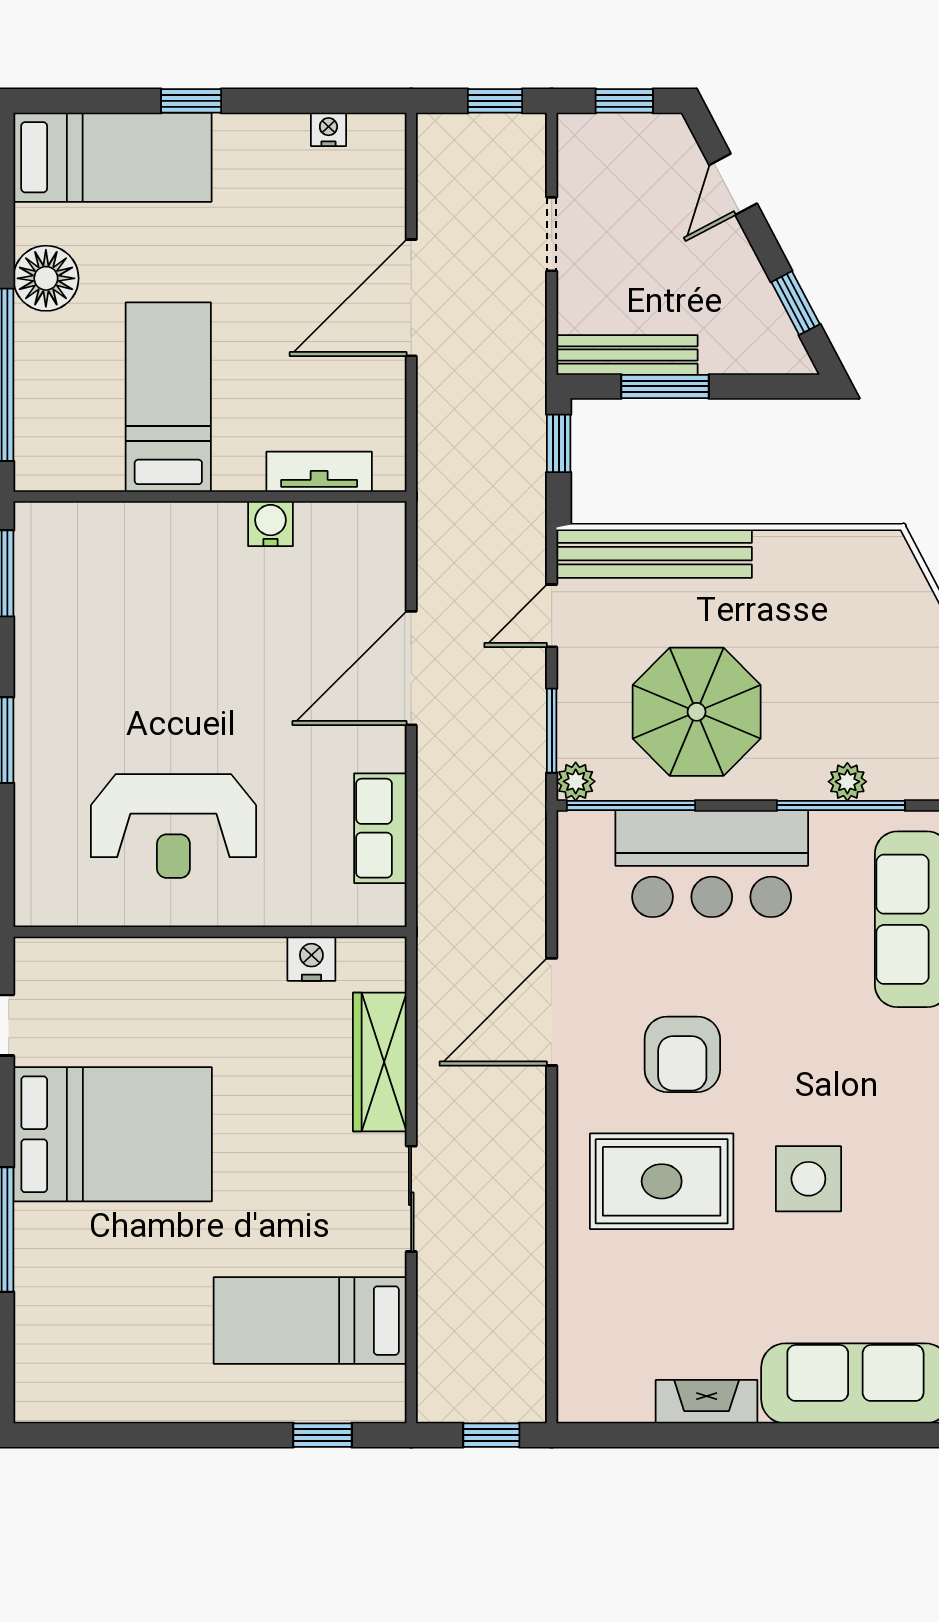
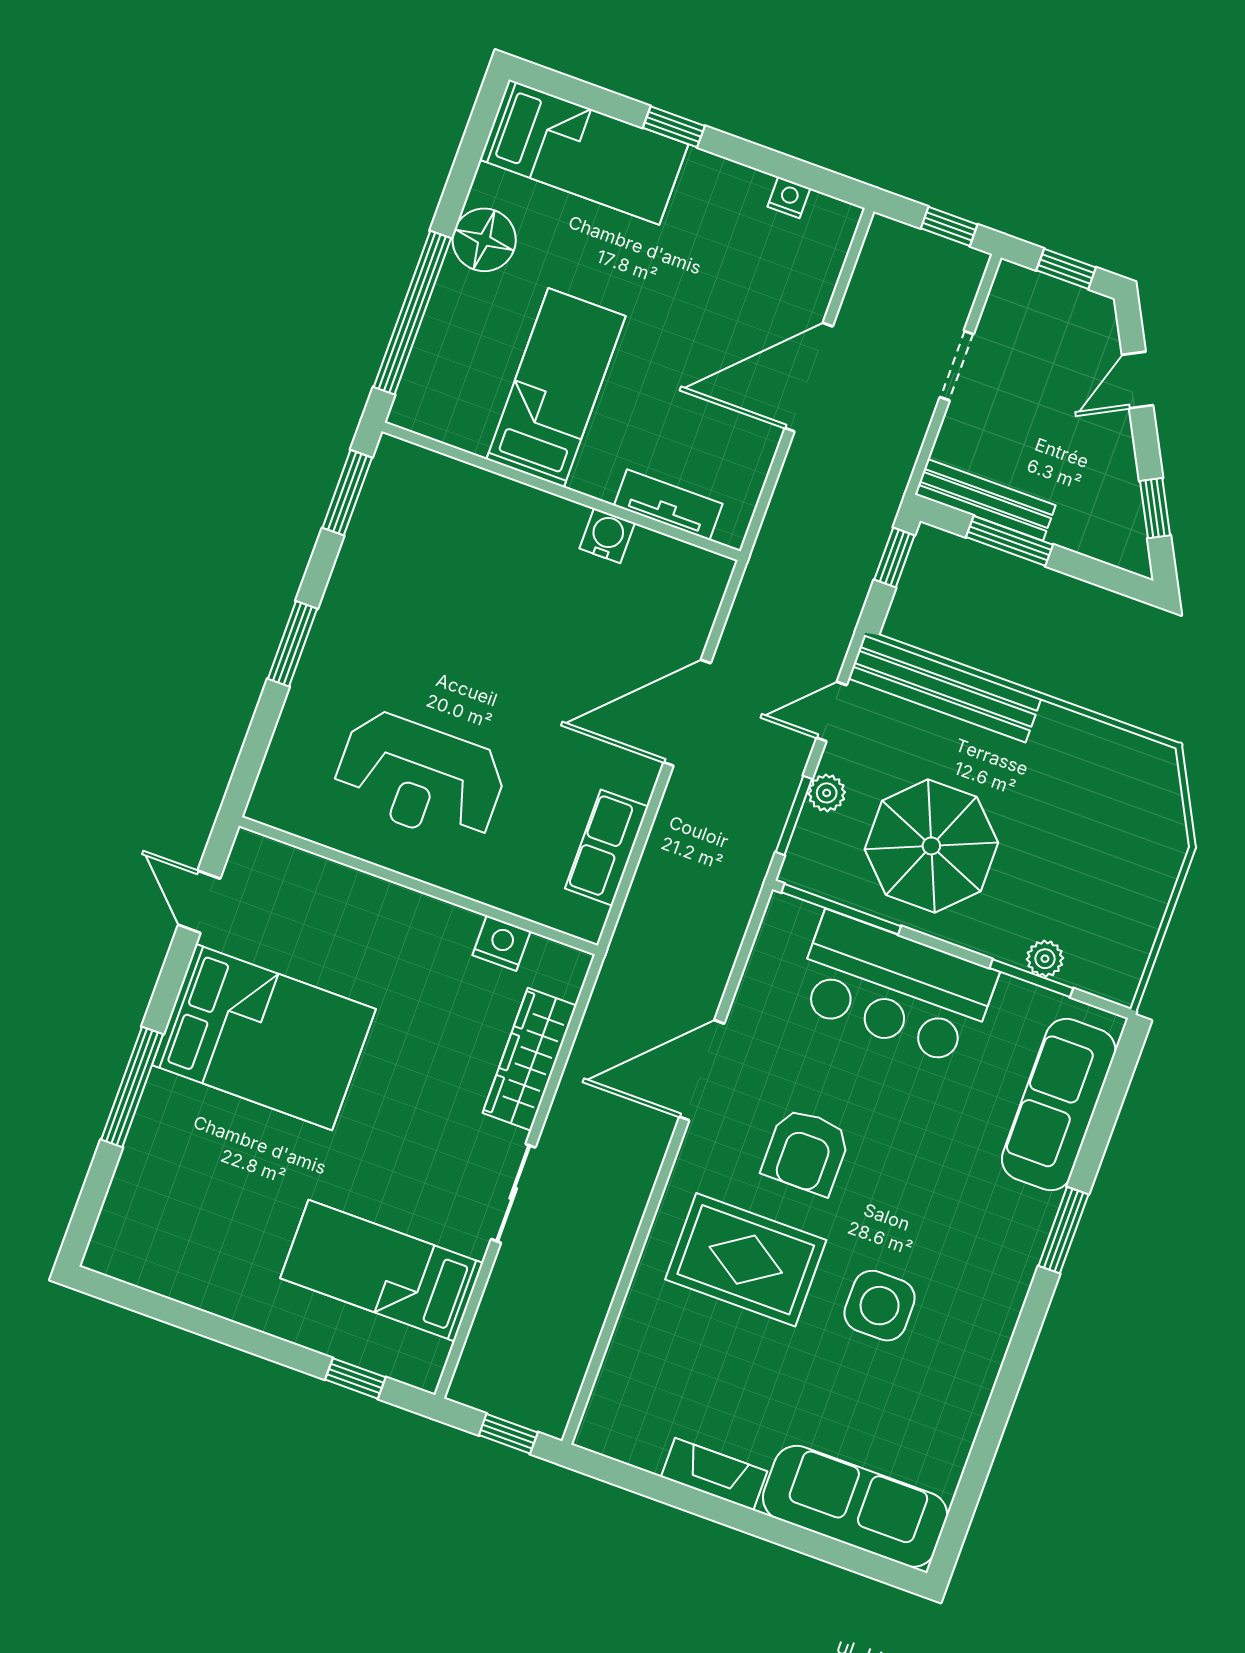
plant: (576, 781) -> (827, 793), moved
window: (841, 805) -> (1031, 978), width x0.69

